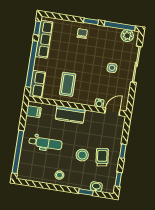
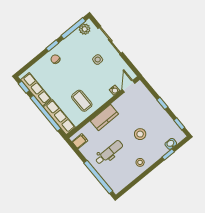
row of seats: (37, 84) -> (59, 117), width x1.48
trolley: (102, 157) -> (154, 121), removed

